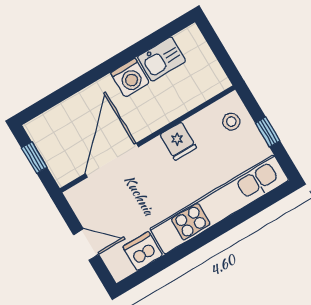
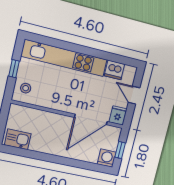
kitchen sink: (162, 59) -> (18, 139), moved
washing machine: (130, 78) -> (107, 158), moved
fridge: (178, 141) -> (118, 115), moved

